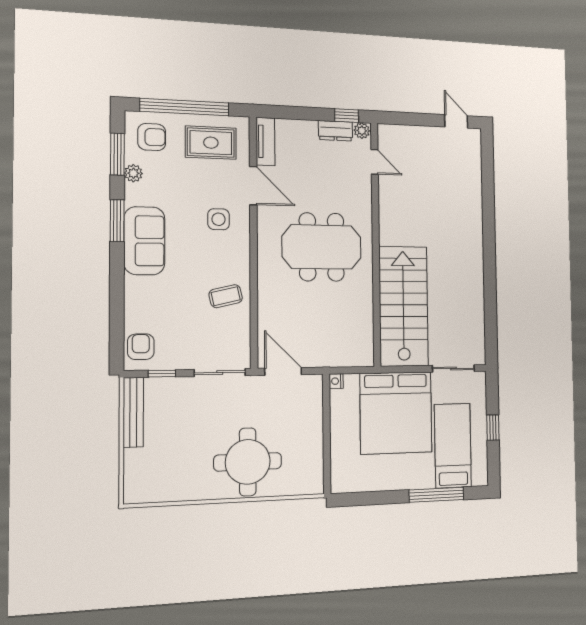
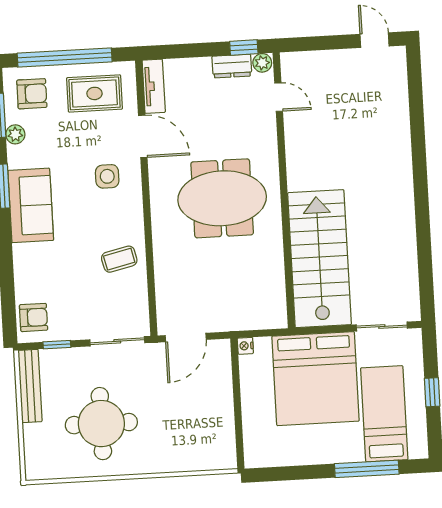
armchair: (141, 347) -> (34, 317), turned 90
door: (283, 371) -> (186, 337), swing flipped
round table: (248, 462) -> (101, 424), moved

